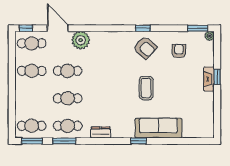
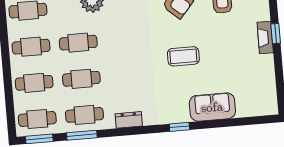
coffee table: (146, 88) -> (183, 56), turned 90
cafe table: (32, 98) -> (34, 83), added
sofa: (159, 128) -> (212, 107), width x0.73

